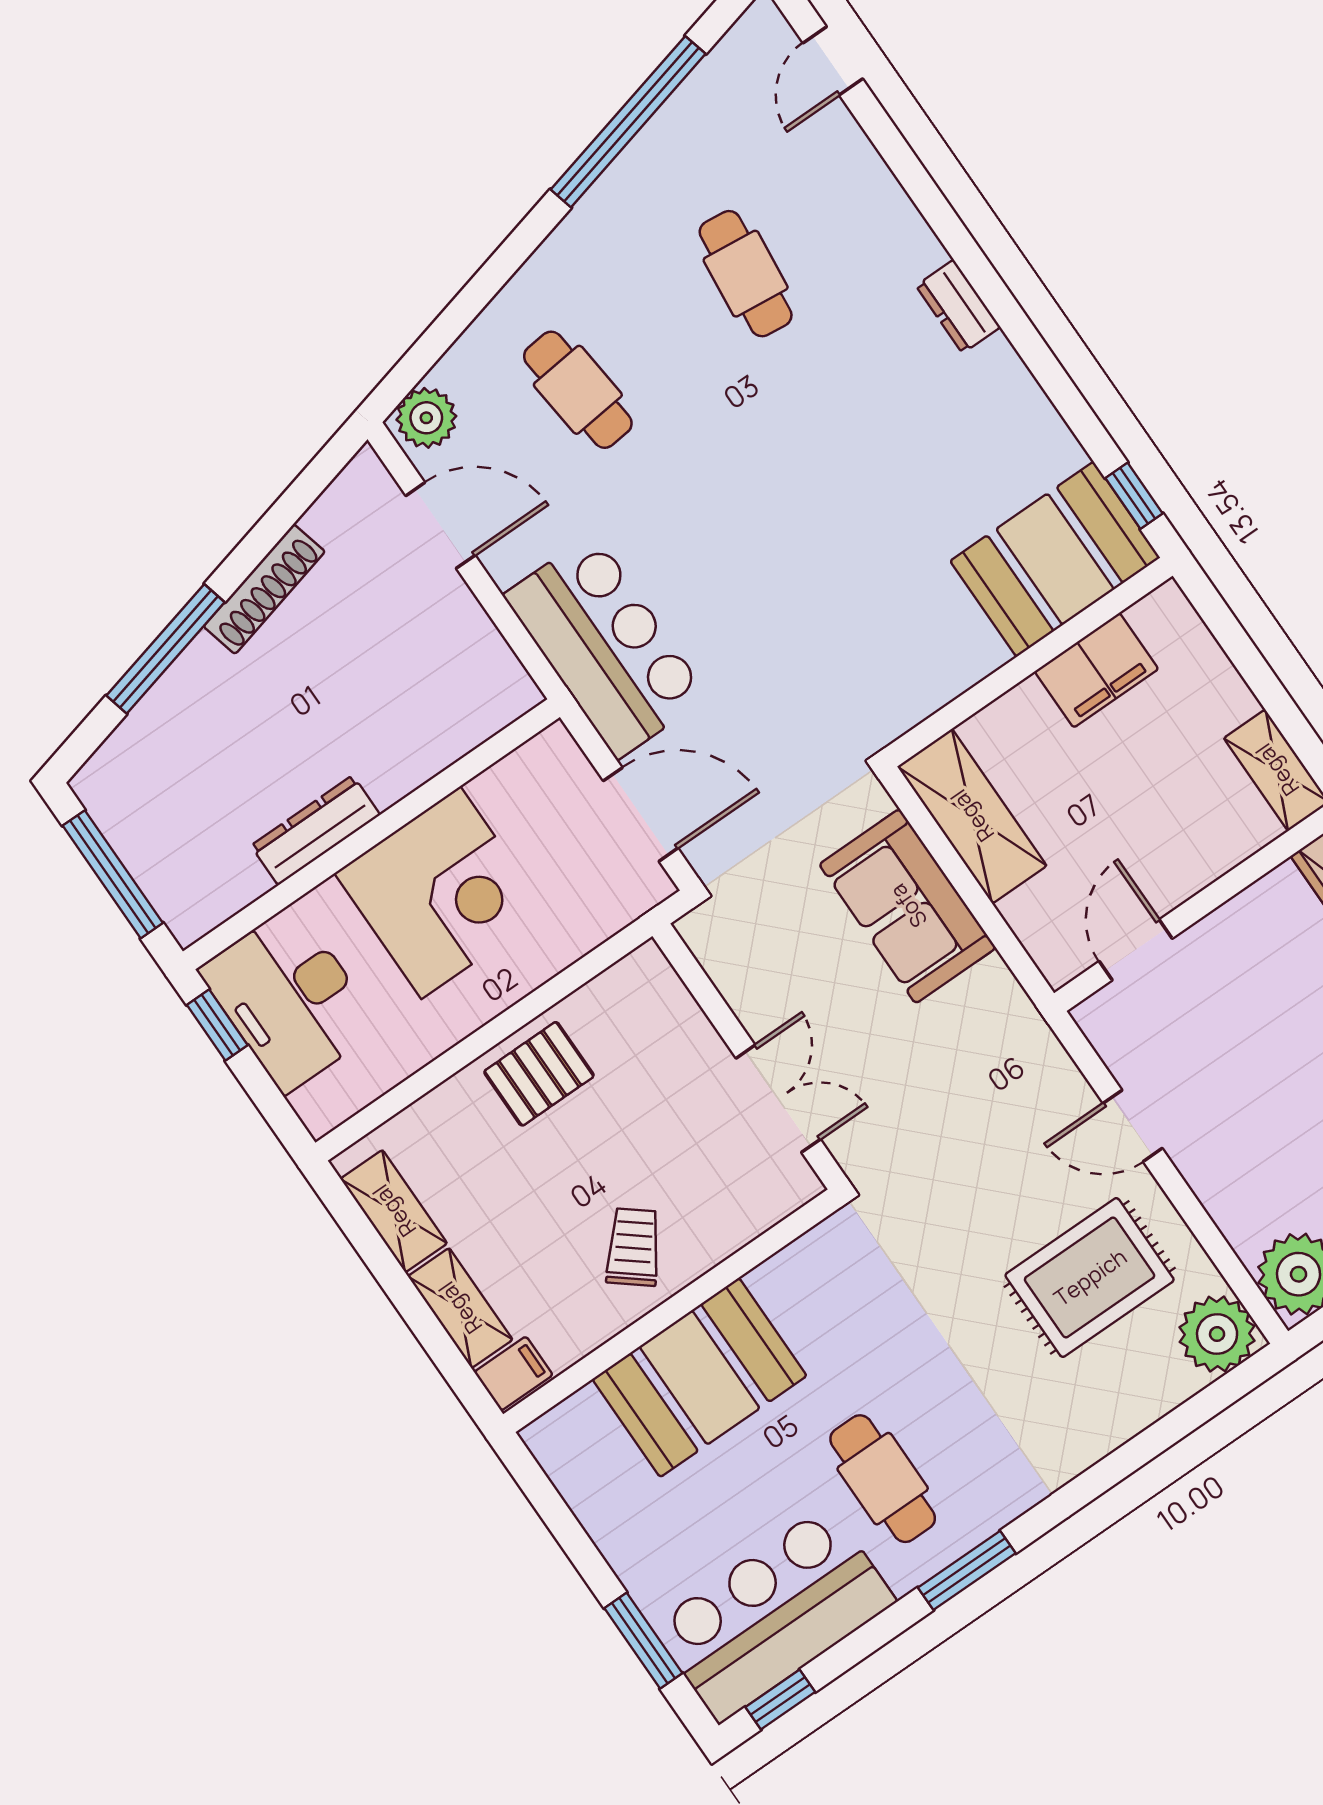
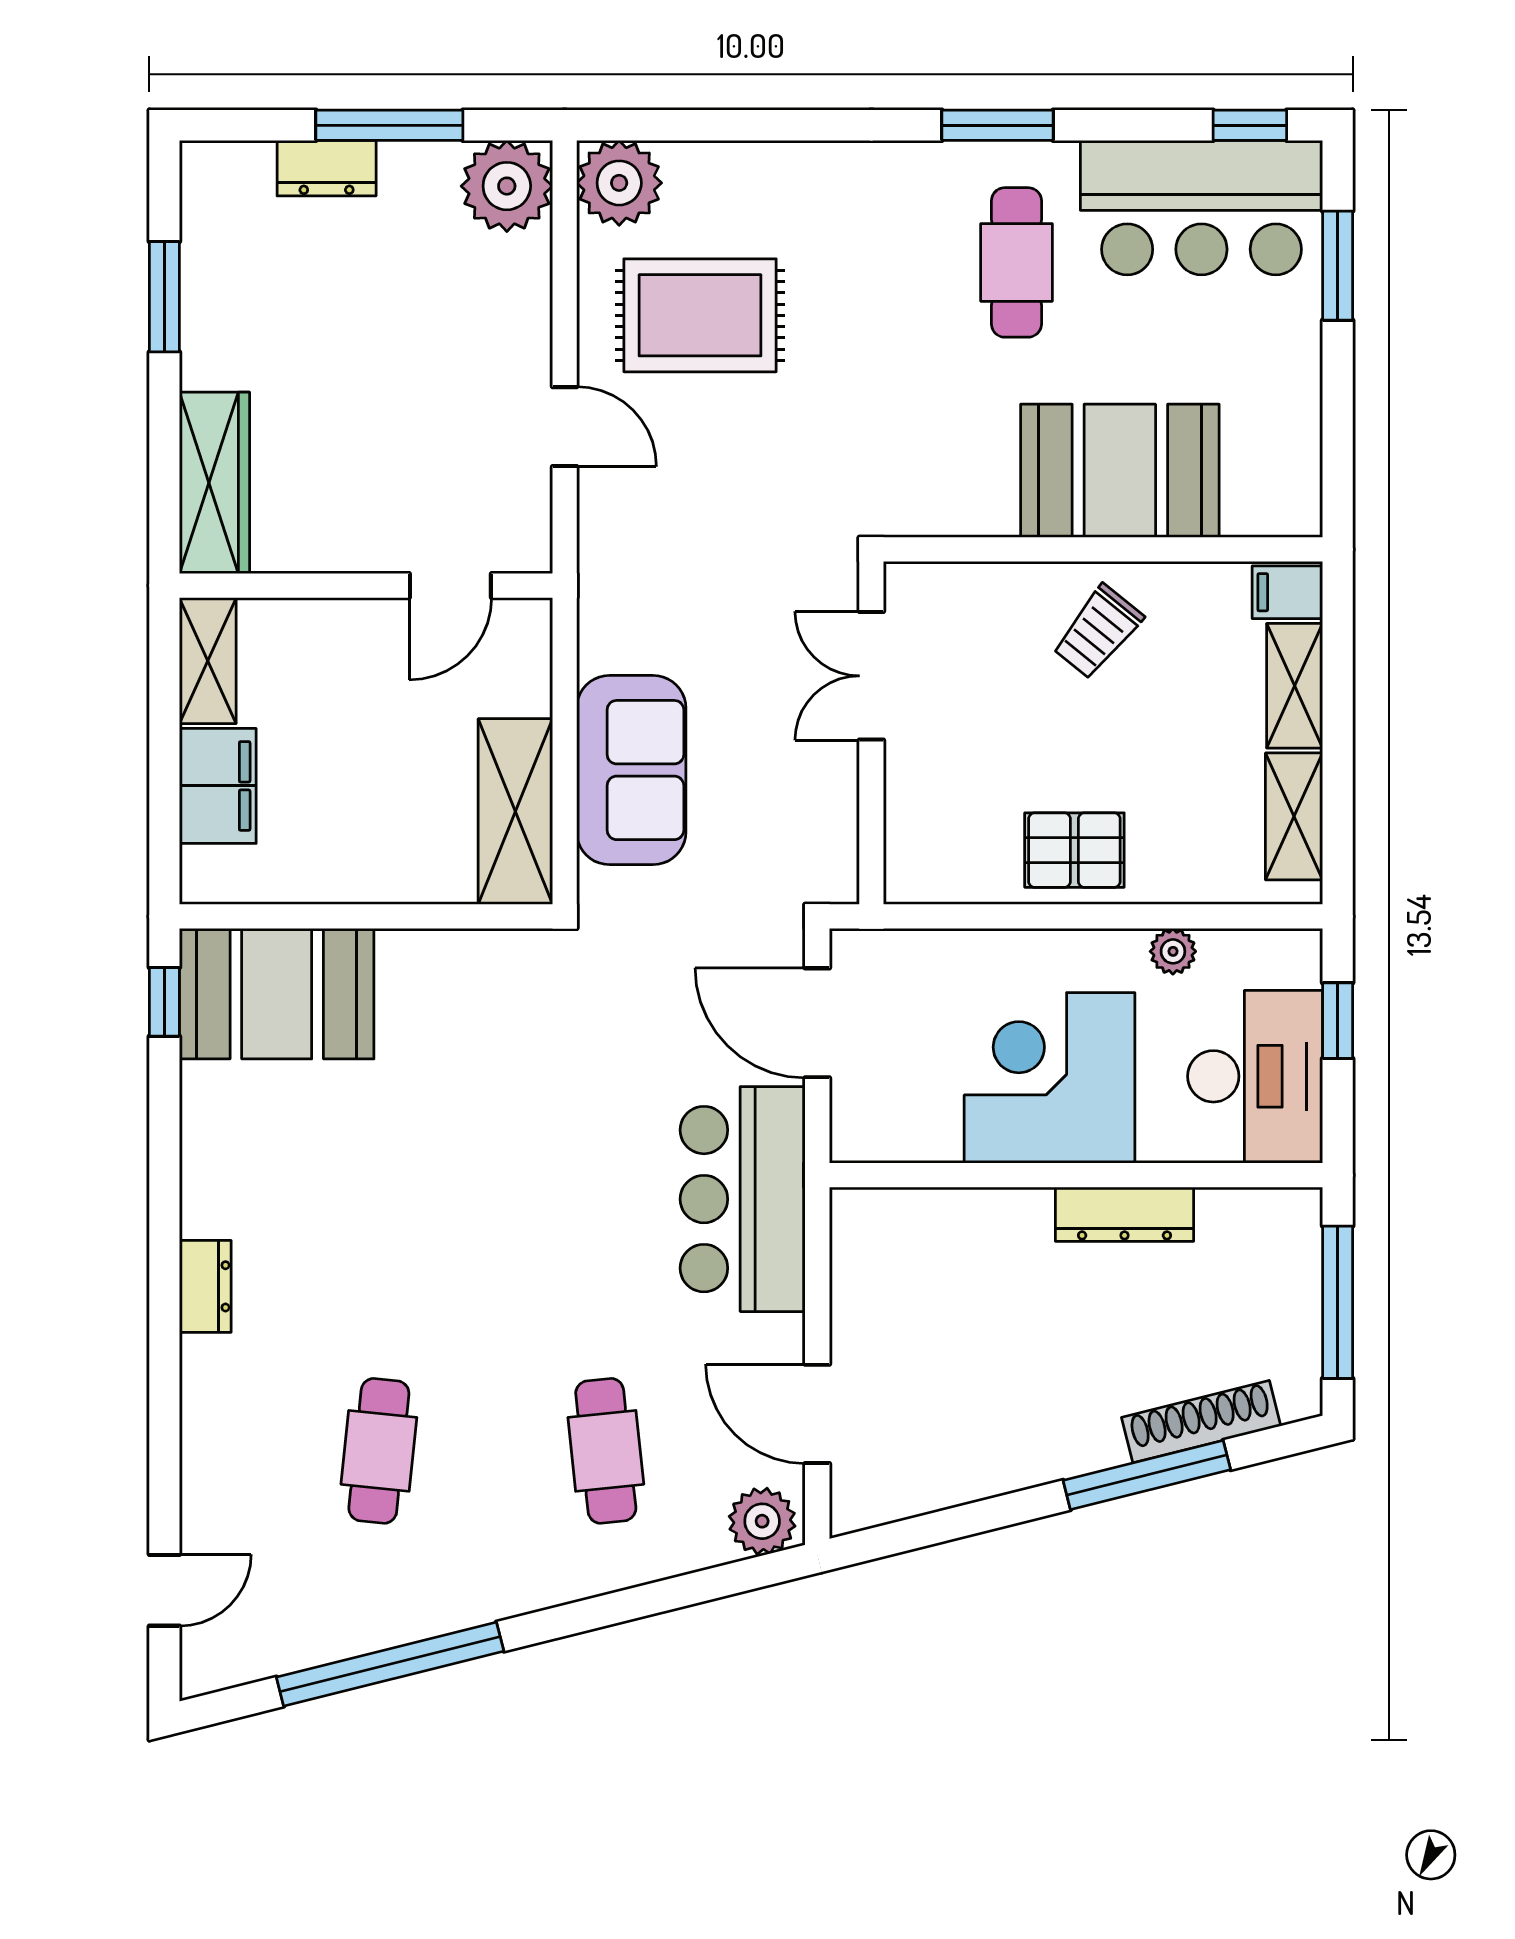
shoe rack: (264, 589) -> (1201, 1422), moved
filing cabinet: (1096, 670) -> (218, 786), moved, turned 90
window: (217, 1025) -> (1338, 1021), moved
plant: (414, 1049) -> (1173, 951), added

